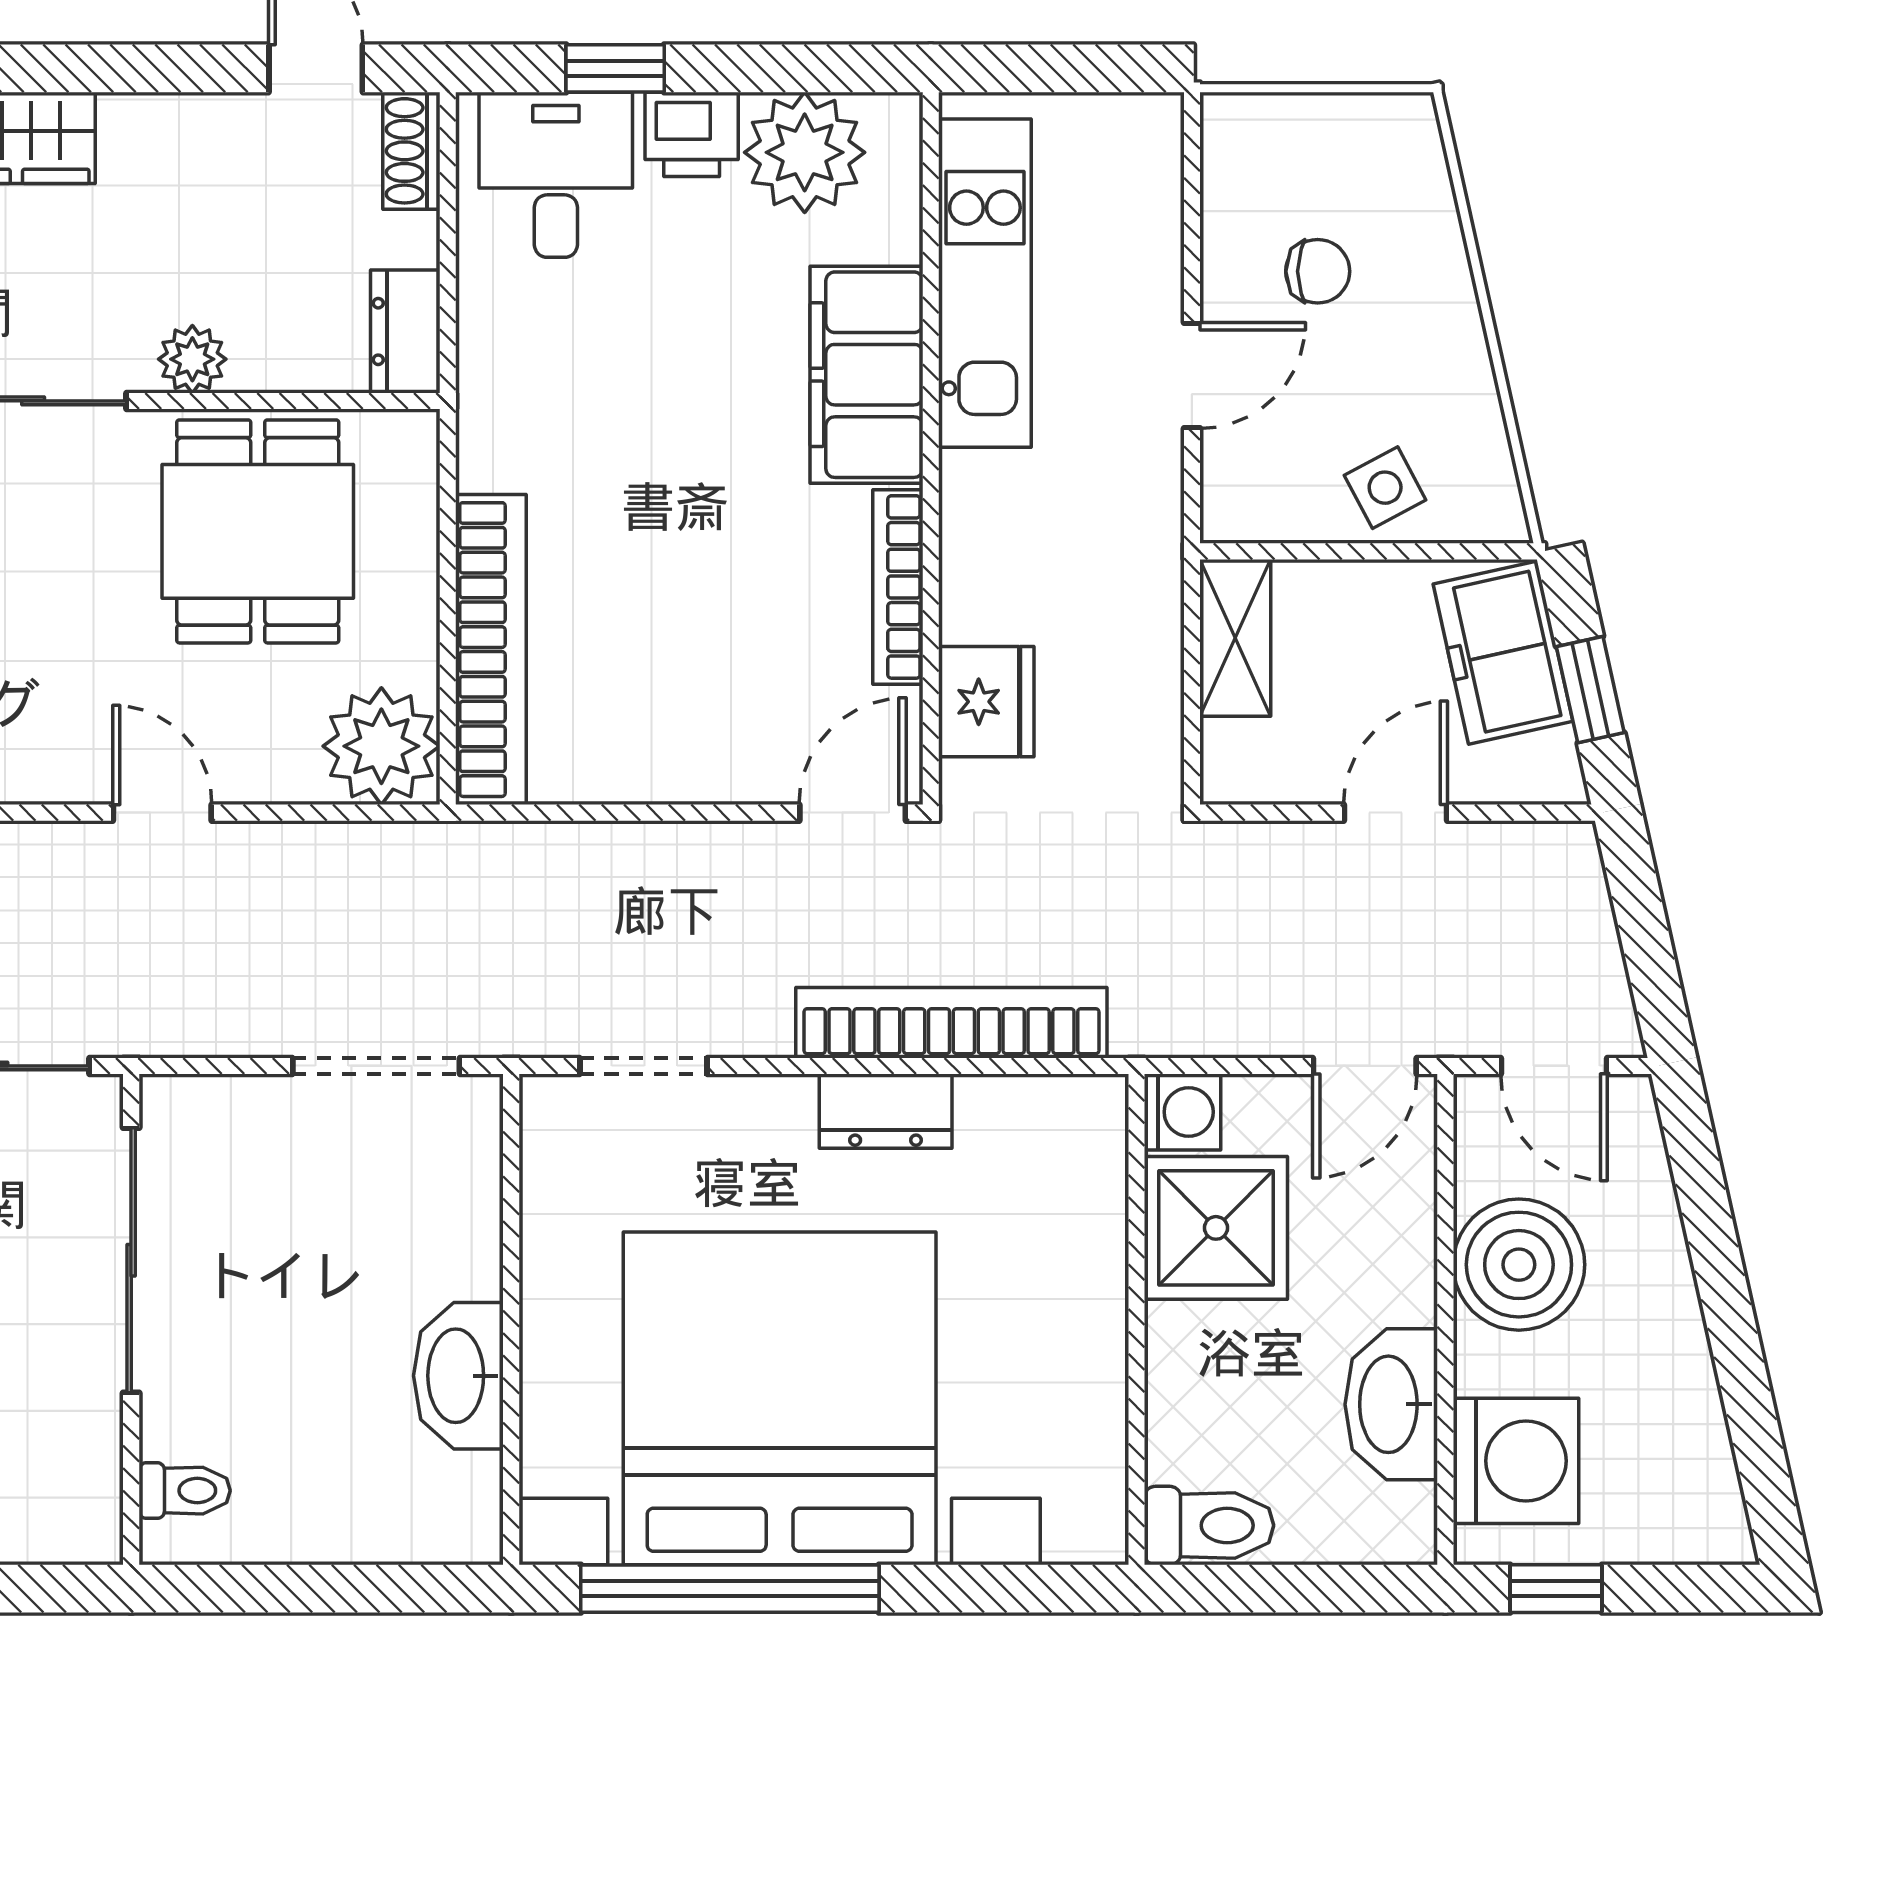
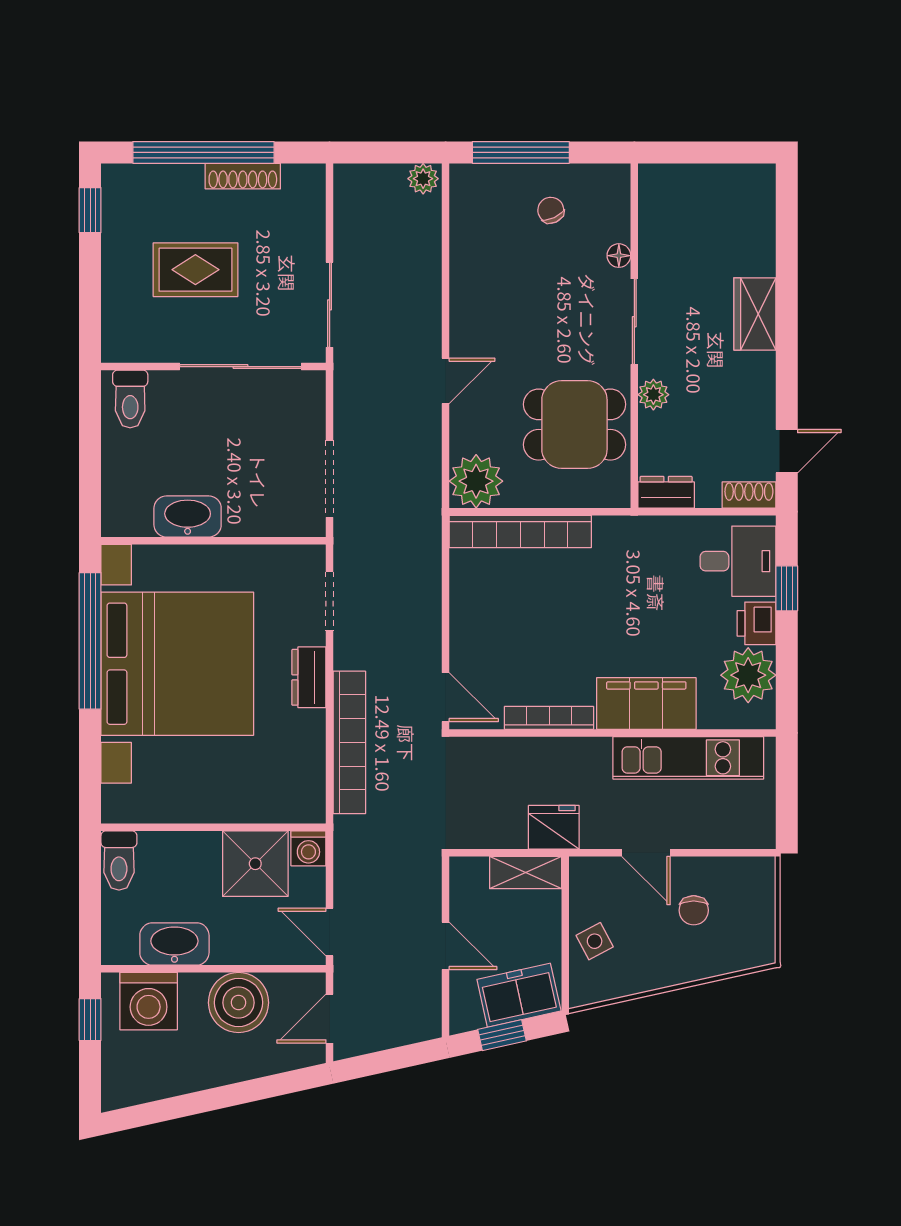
fridge: (986, 702) -> (554, 827), moved, turned 180
dresser: (886, 1111) -> (309, 677), moved
toilet: (185, 1491) -> (130, 399), width x1.37, depth x1.39

